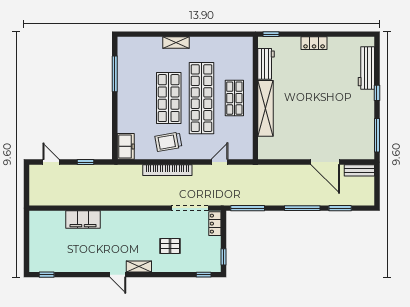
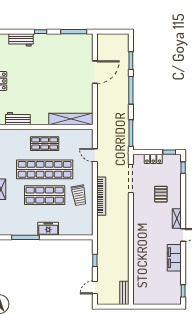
workbench: (366, 68) -> (21, 40), width x0.73
shelving: (266, 108) -> (71, 119), moved
freezer: (126, 146) -> (48, 229), moved
bench: (359, 170) -> (124, 293), moved
filing cabinet: (83, 219) -> (174, 258), moved, turned 180
locker: (215, 224) -> (153, 159), moved

